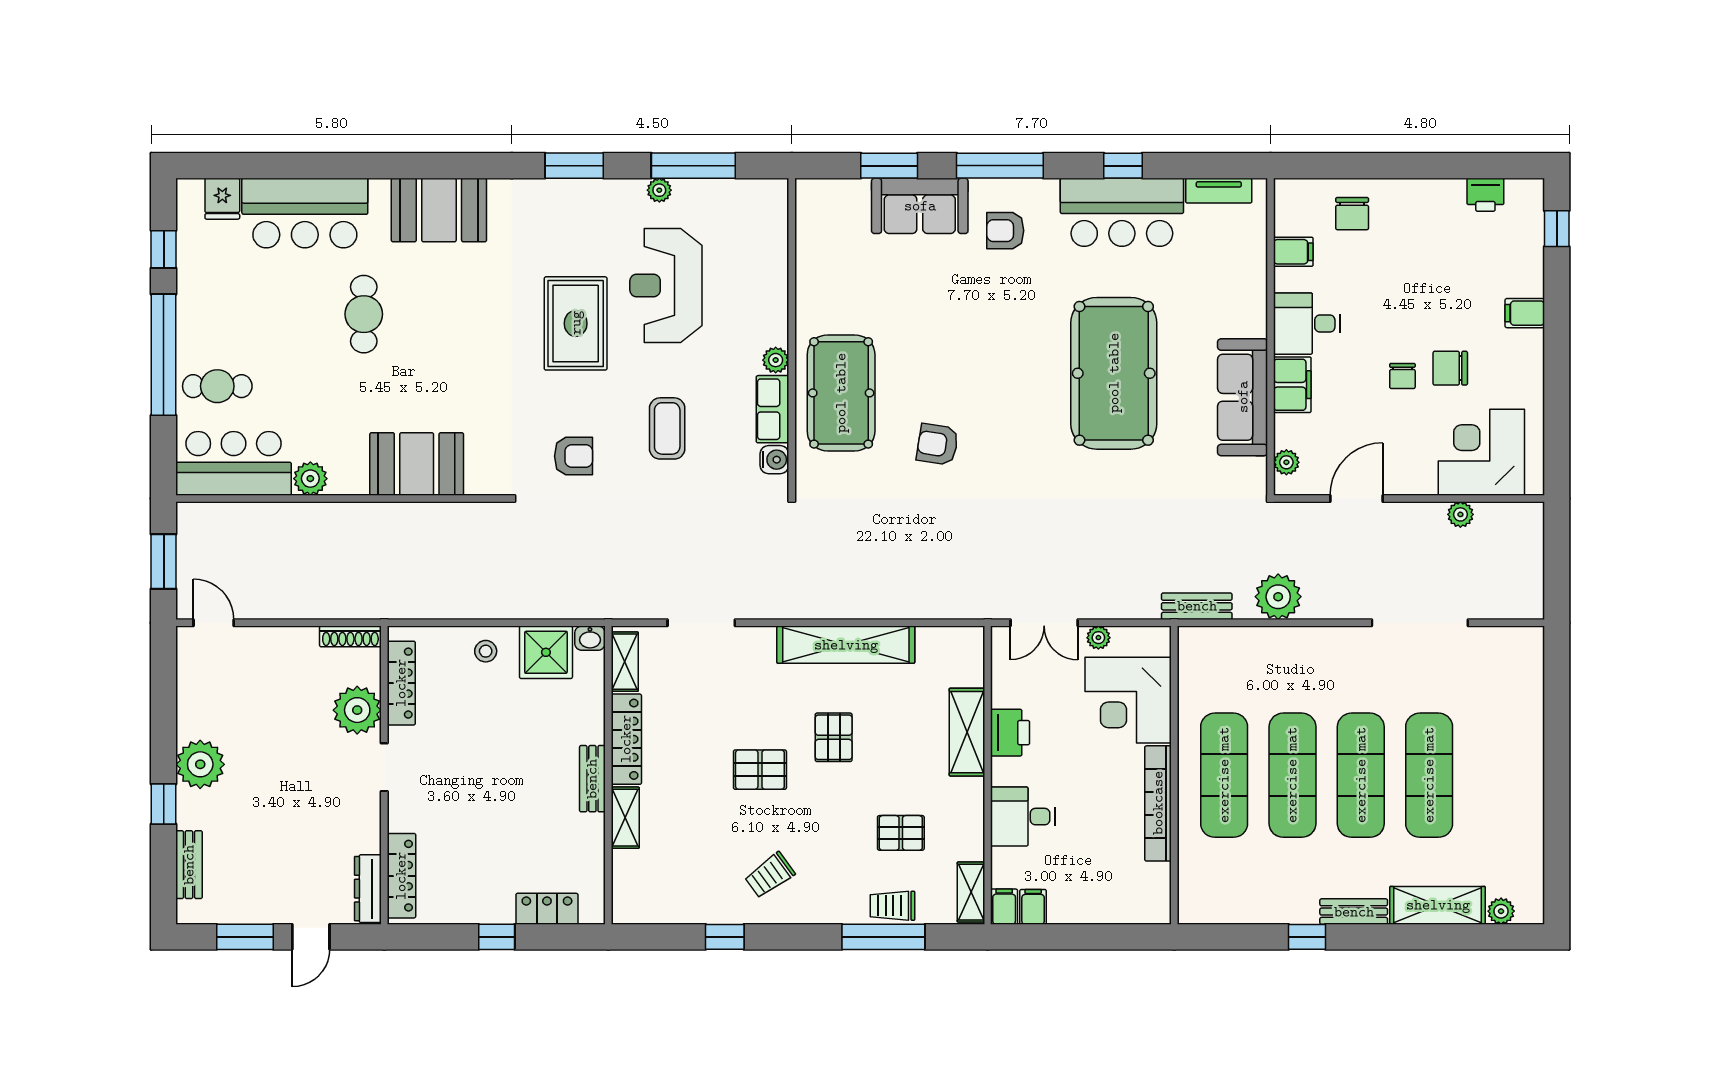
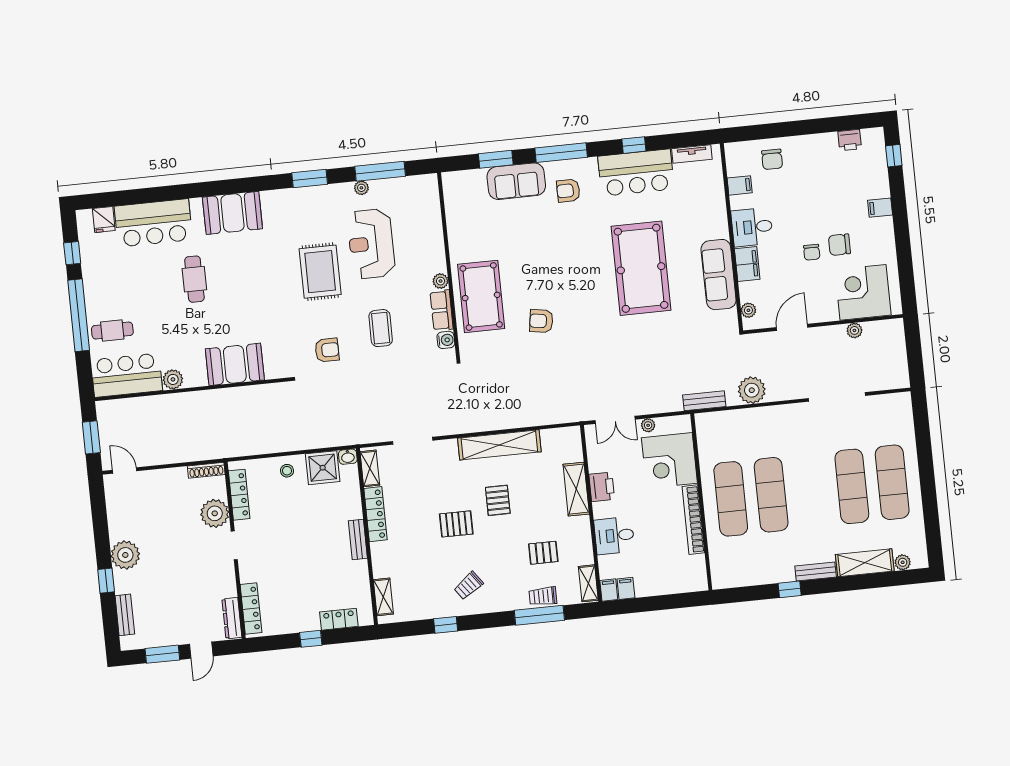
exercise mat: (1361, 775) -> (892, 482), moved
shelving: (625, 818) -> (383, 597), moved

